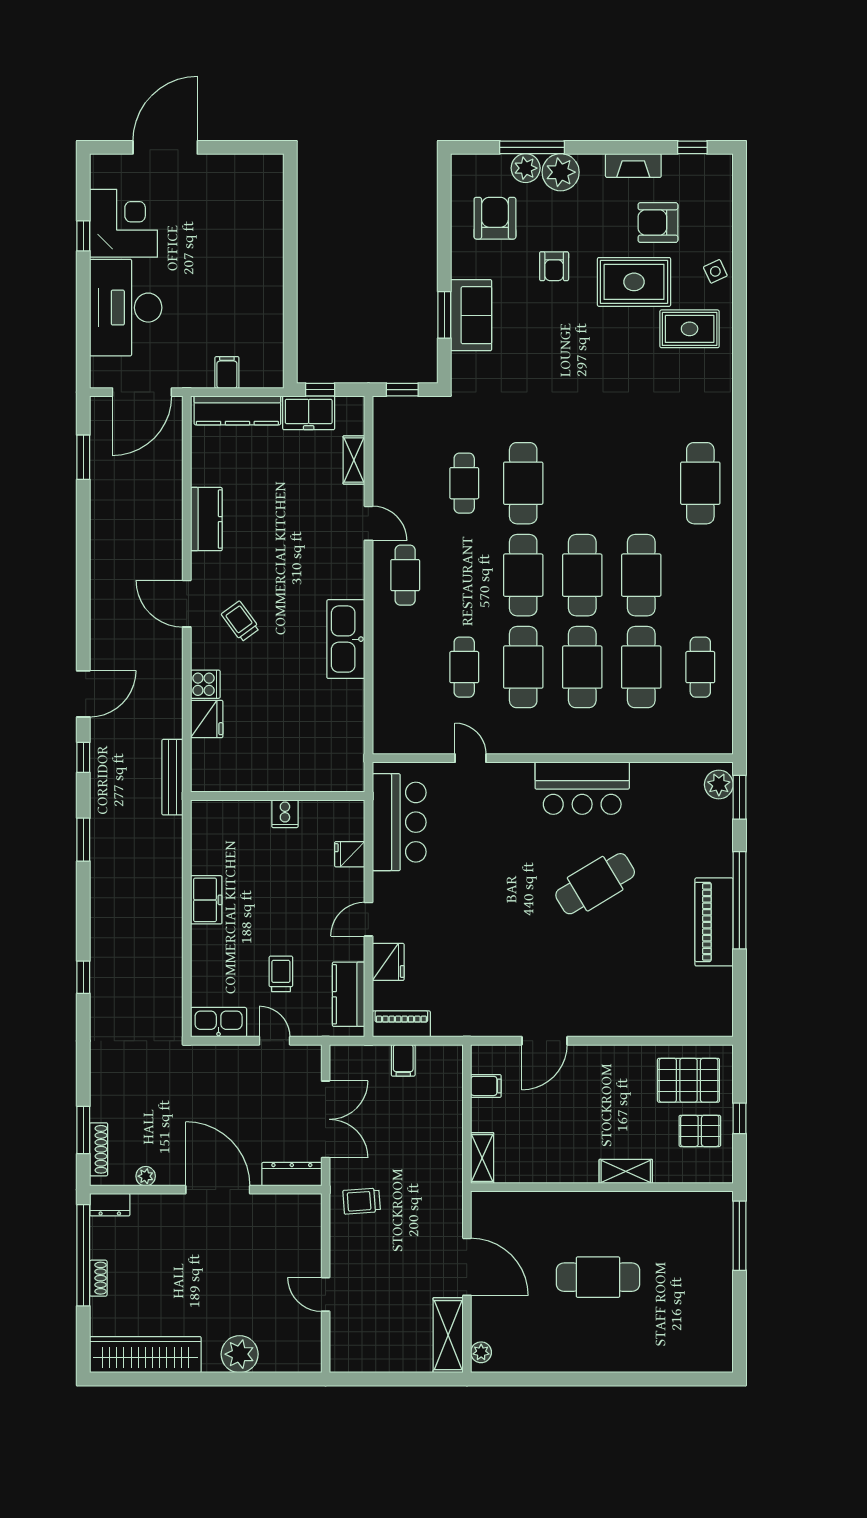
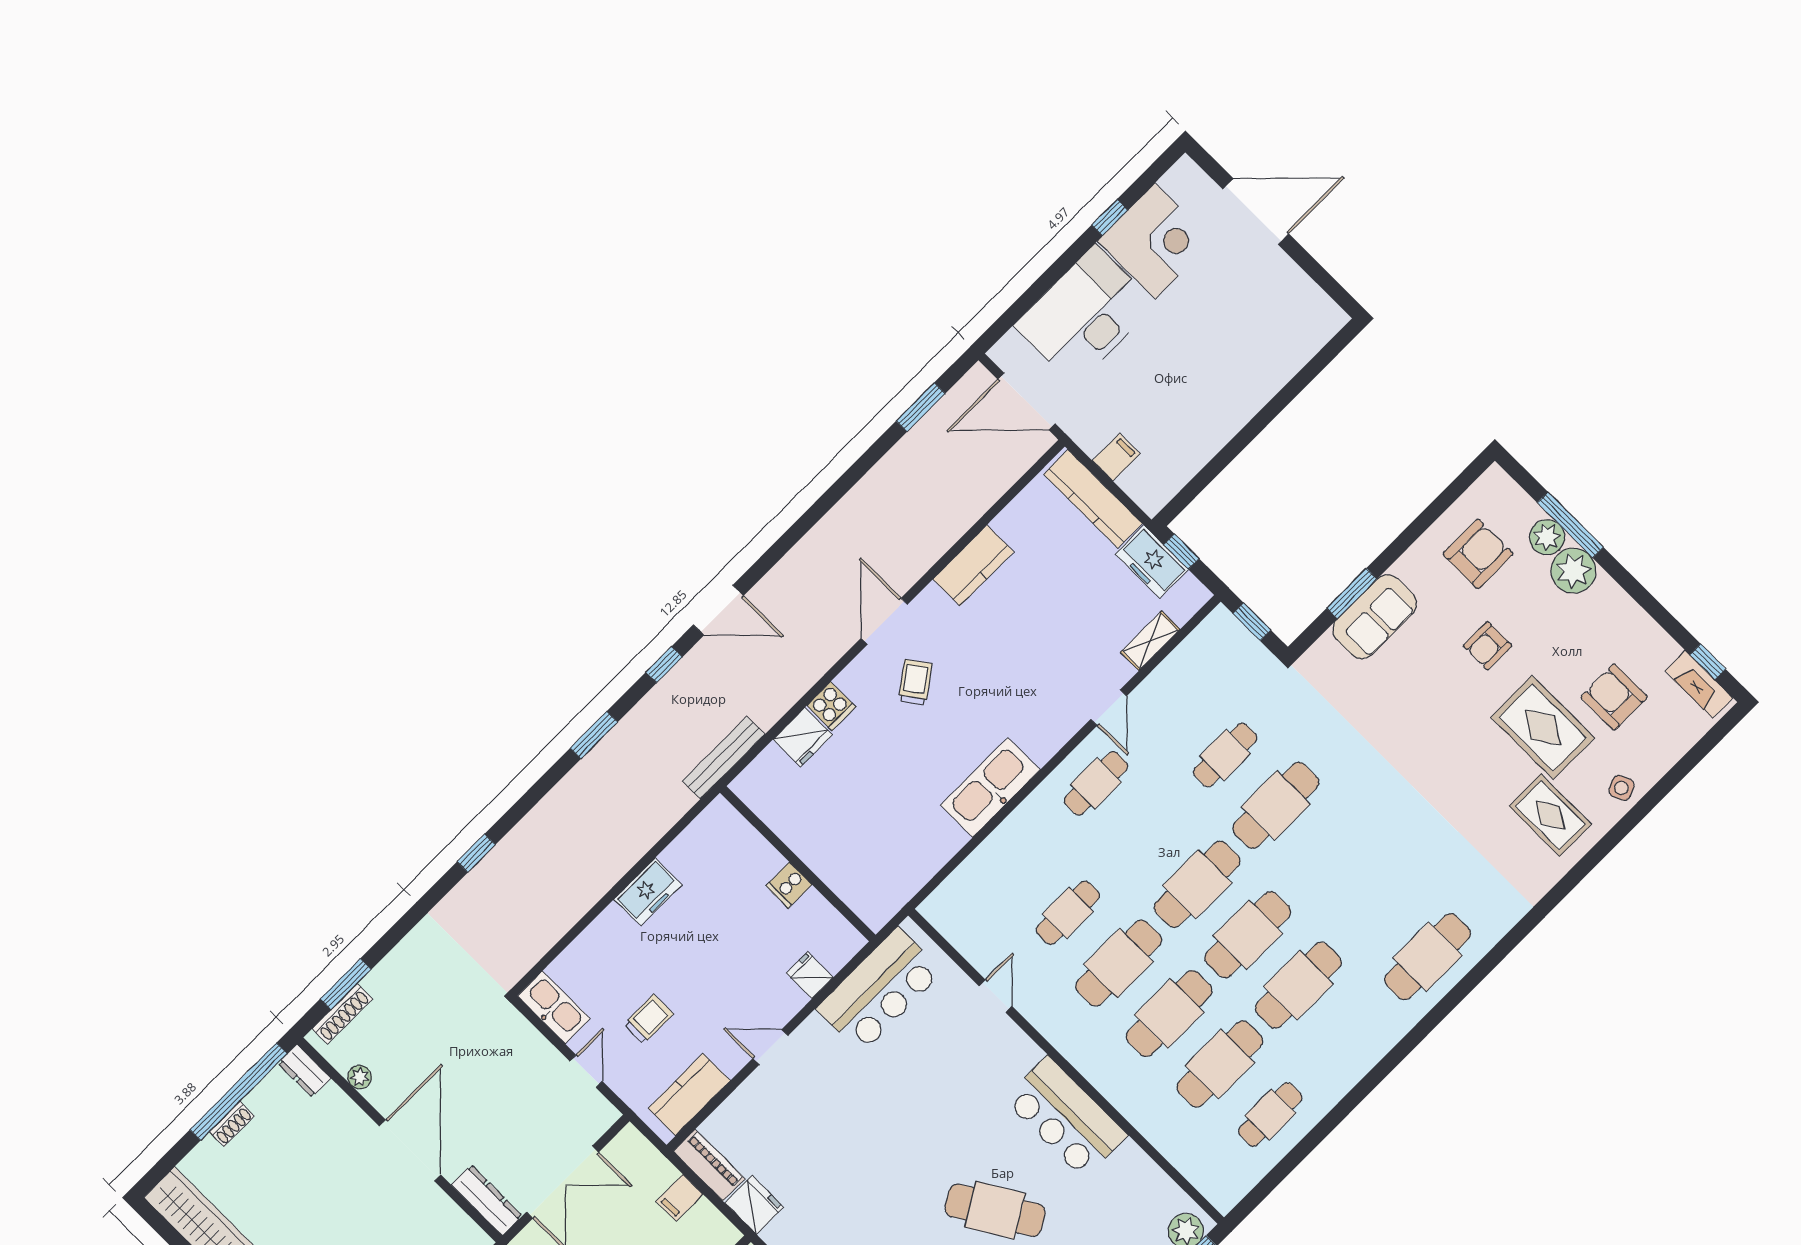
fireplace: (633, 166) -> (1699, 684), moved
fridge: (388, 962) -> (754, 1205), moved, turned -90

